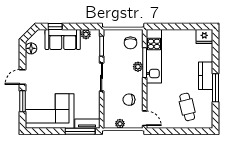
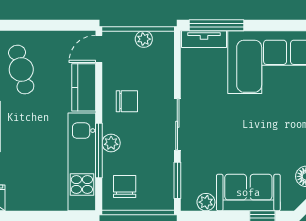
kitchen counter: (153, 97) -> (84, 87), added
chair: (129, 100) -> (127, 101), moved
door: (145, 118) -> (99, 49), hinge flipped

